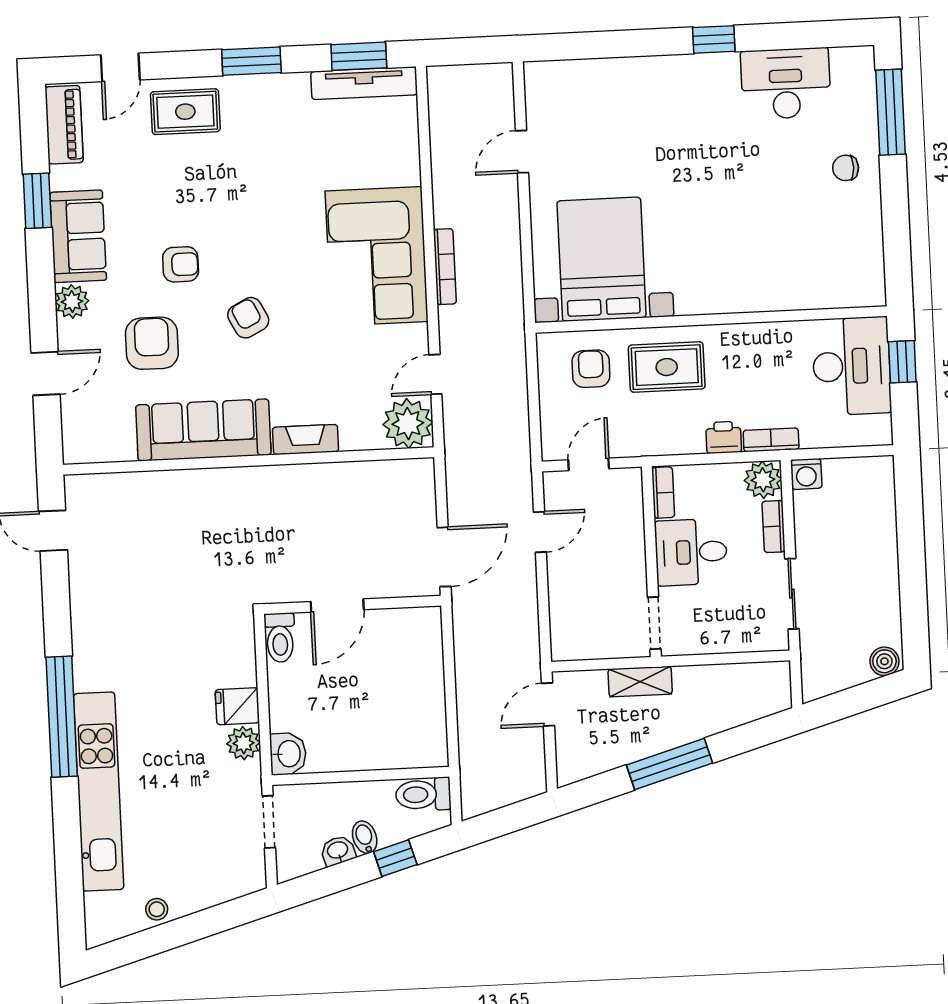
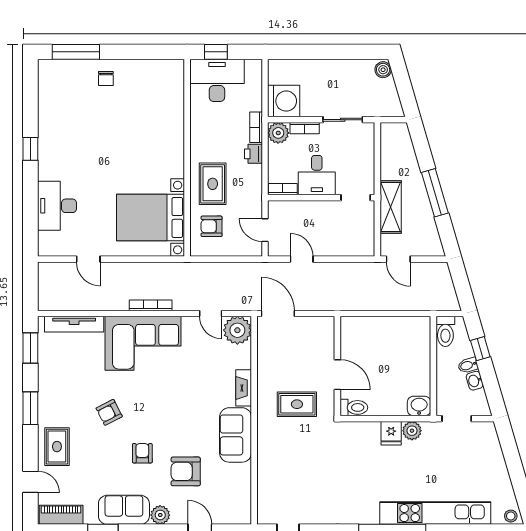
tv unit: (364, 83) -> (74, 324), moved, turned 90
desk: (786, 84) -> (57, 206), moved
armchair: (248, 318) -> (109, 412), moved
sofa: (203, 430) -> (236, 435), width x0.73
washing machine: (806, 474) -> (284, 101), width x1.89, depth x1.89
rug: (281, 536) -> (297, 404), added
door: (444, 557) -> (278, 313), moved
shelving: (640, 682) -> (391, 207), width x1.50, depth x1.33
stool: (157, 909) -> (511, 516), moved

